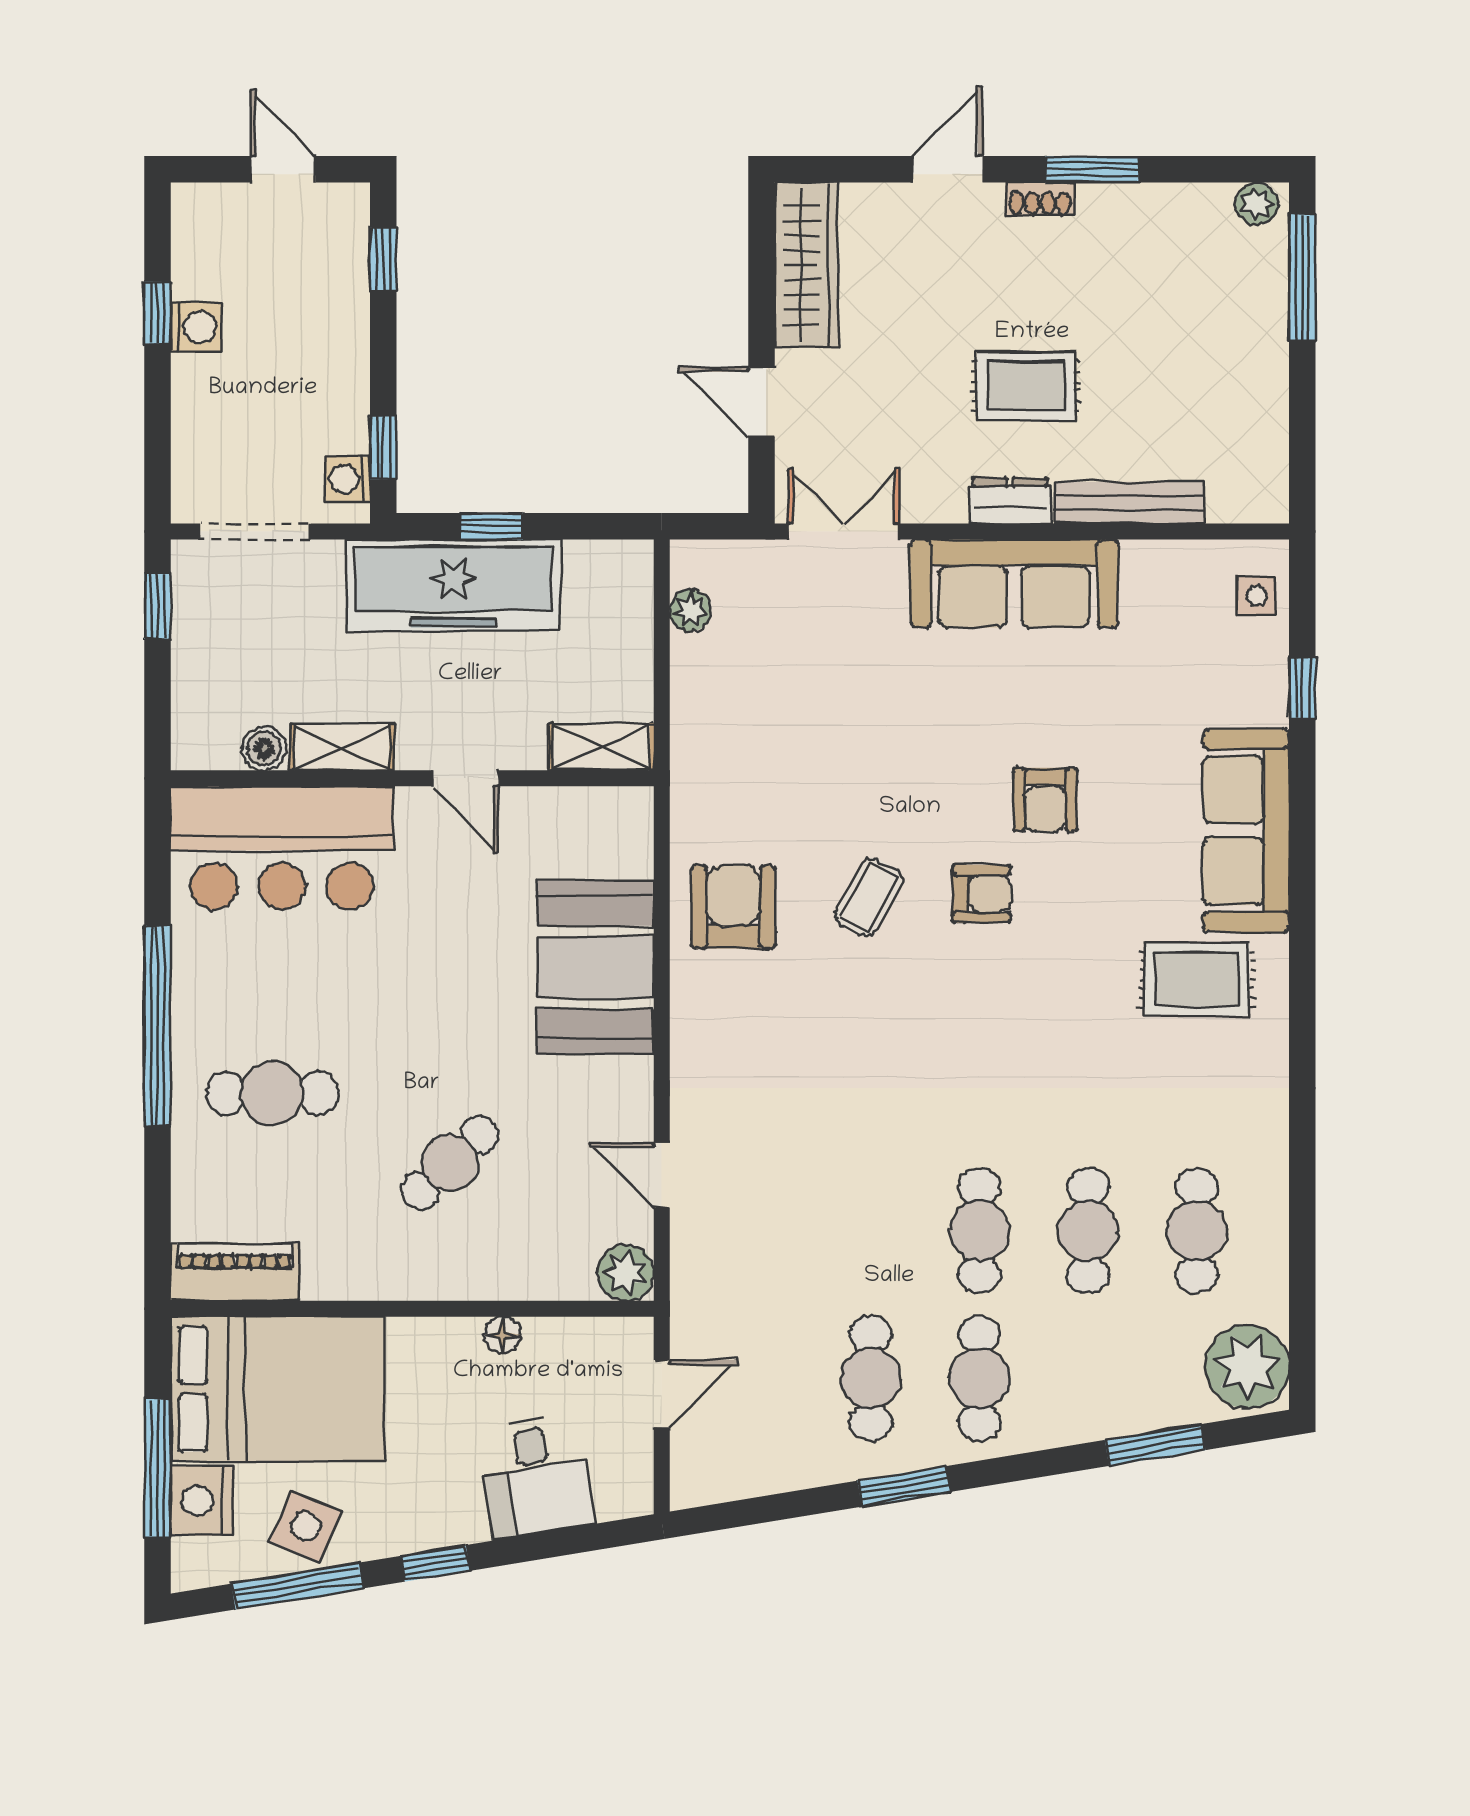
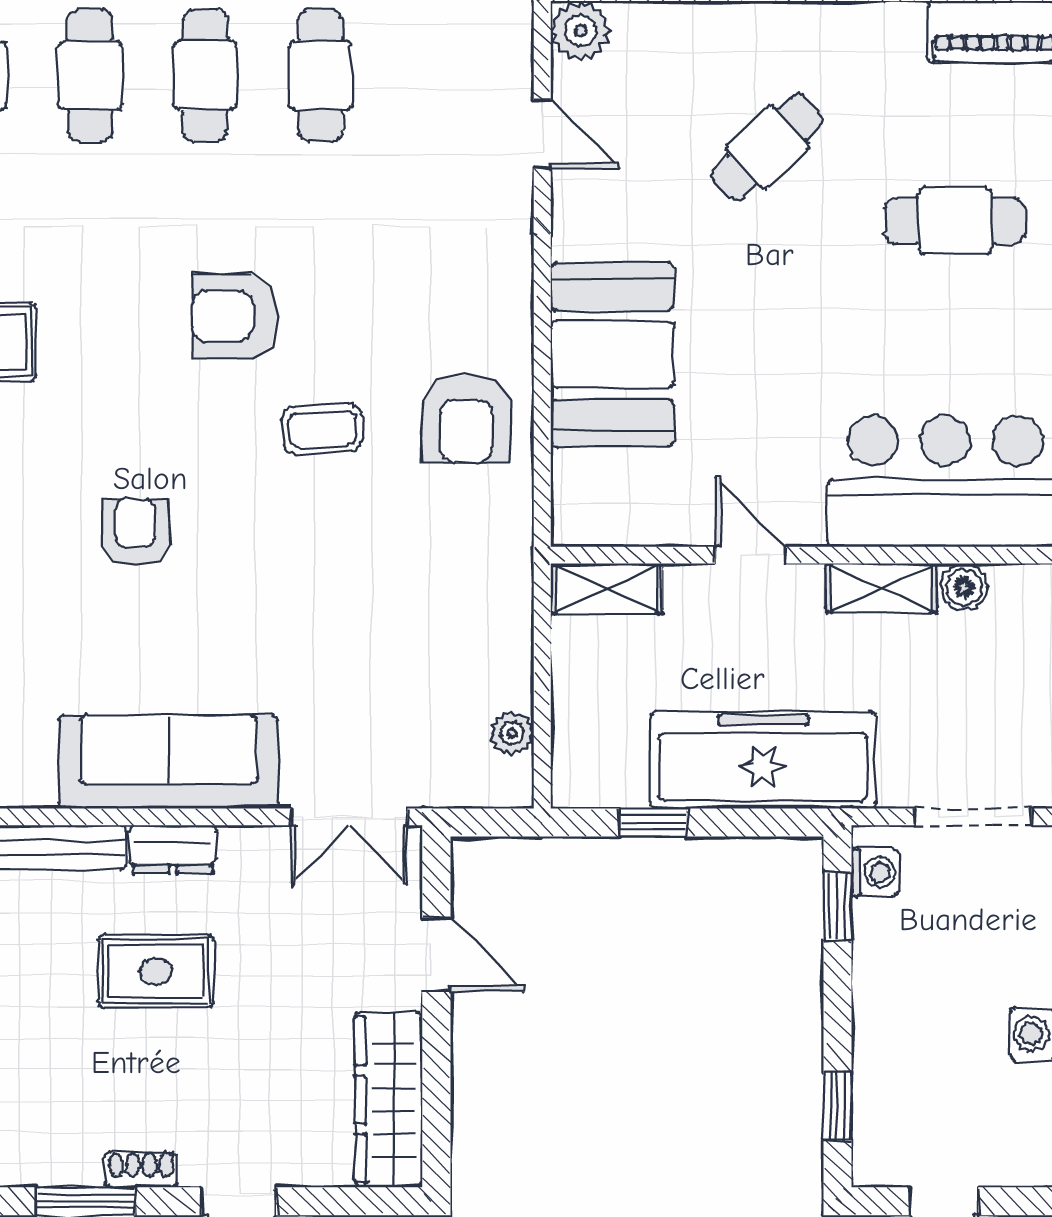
window: (492, 526) -> (653, 822), moved
armchair: (981, 894) -> (234, 316), moved, width x1.38, depth x1.38
coffee table: (869, 897) -> (322, 429), turned 59
cafe table: (871, 1231) -> (321, 75), added

